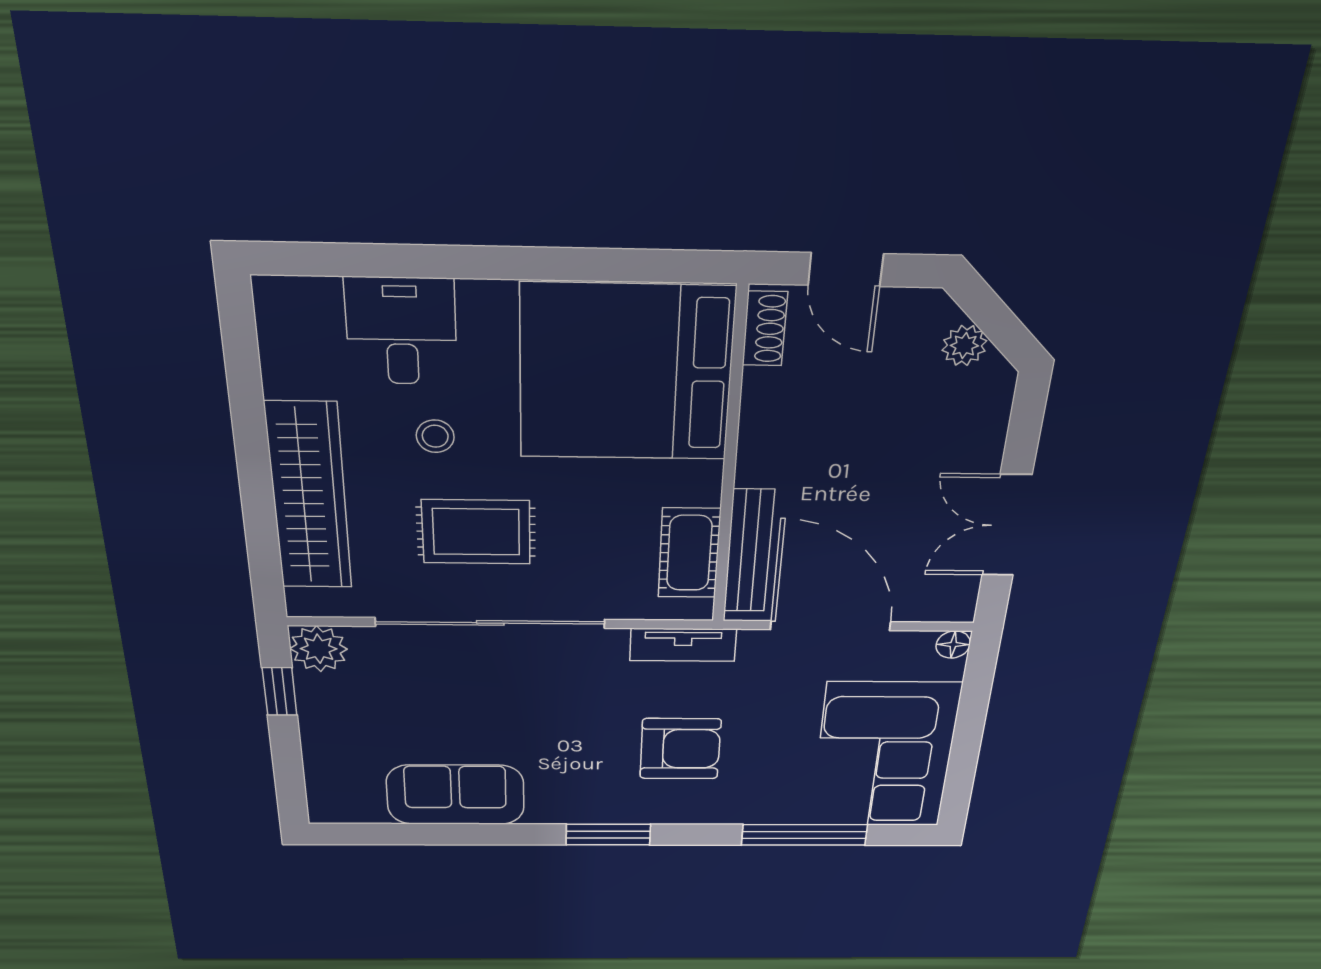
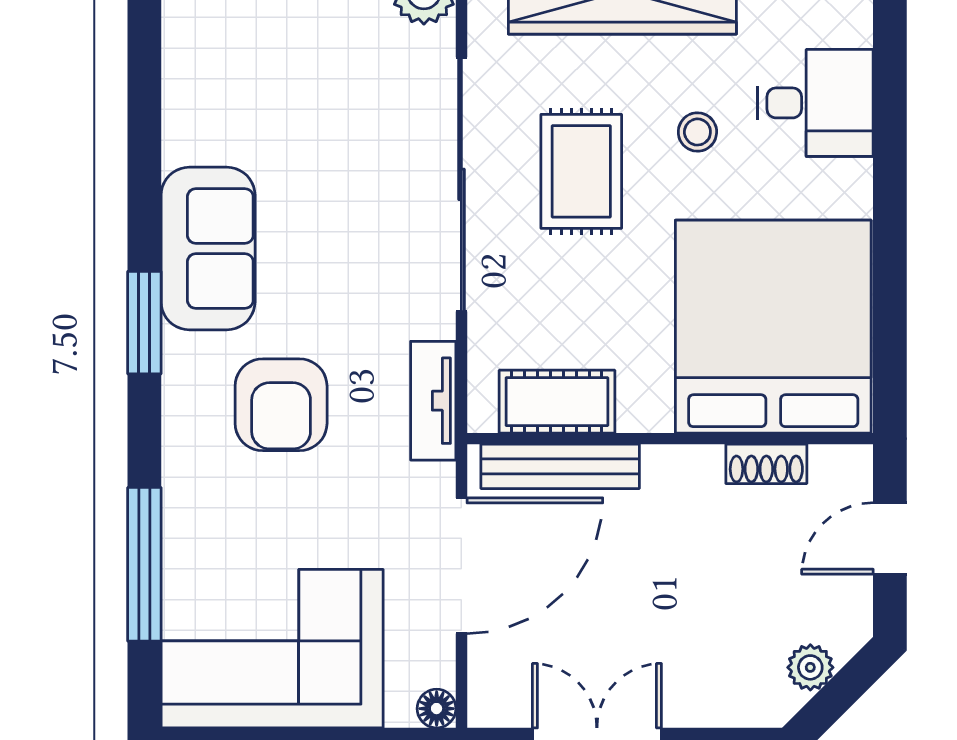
shoe rack: (765, 329) -> (766, 464), moved
sofa: (455, 795) -> (208, 249), moved

